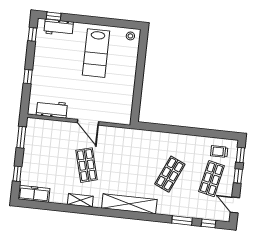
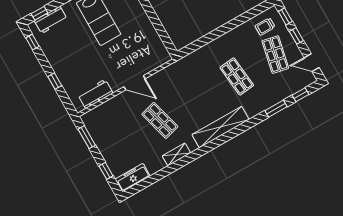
shop shelf: (170, 174) -> (237, 76), turned -30

